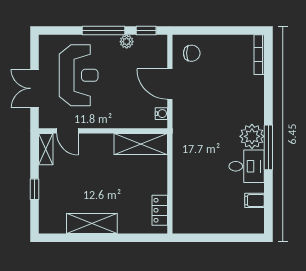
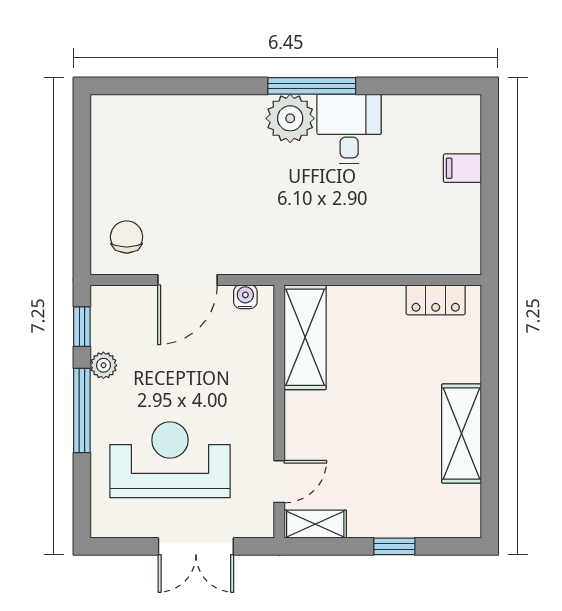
bookcase: (259, 55) -> (129, 104), removed
filing cabinet: (255, 200) -> (462, 168), moved, turned 90

